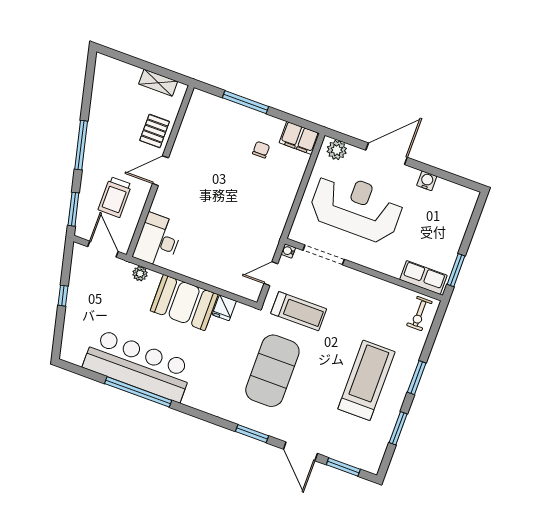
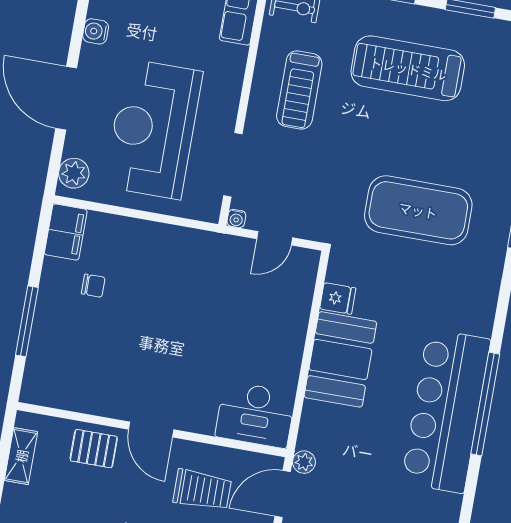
chair: (261, 150) -> (93, 286), turned 180
plant: (140, 274) -> (304, 462), moved
door: (271, 274) -> (275, 238), hinge flipped
treadmill: (299, 311) -> (299, 90), moved, turned 180

